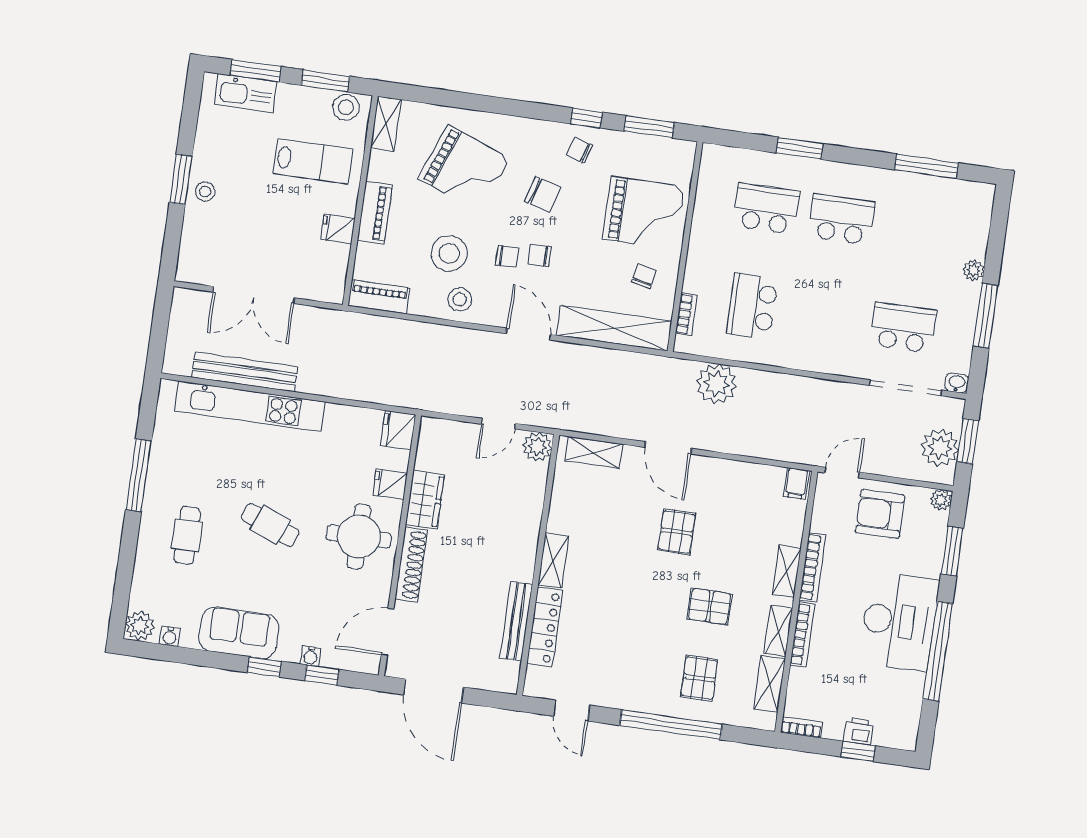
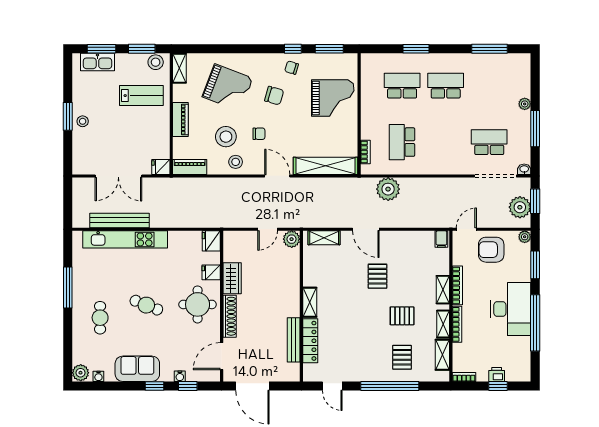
fridge: (338, 229) -> (161, 167), moved
chair: (540, 255) -> (277, 130), removed
chair: (644, 276) -> (338, 134), removed

